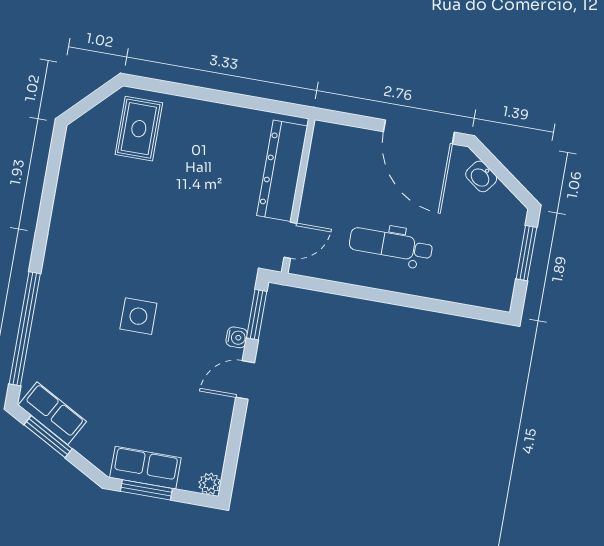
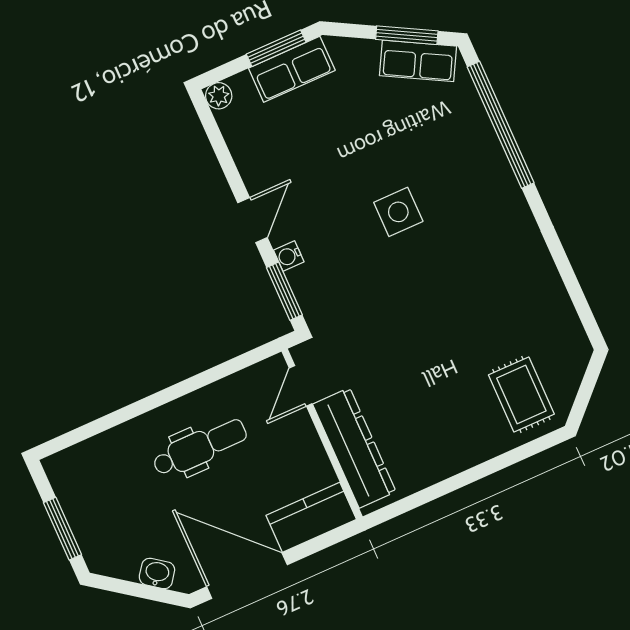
kitchen counter: (346, 142) -> (311, 517), added

